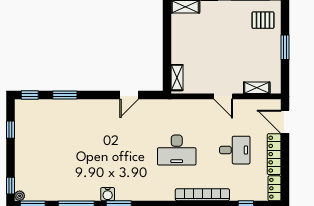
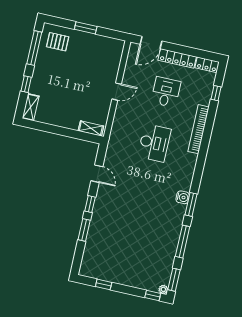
pallet: (263, 20) -> (58, 42), turned 90
shelving: (257, 88) -> (116, 61), removed
window: (30, 95) -> (90, 204), moved
water cooler: (108, 194) -> (183, 197), moved

